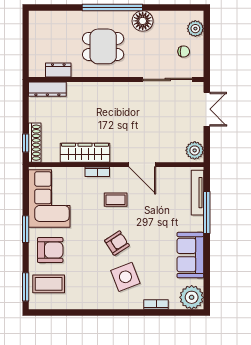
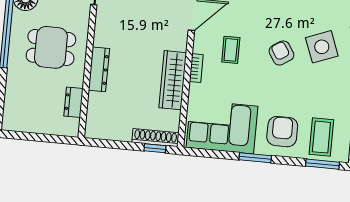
dining table: (103, 46) -> (51, 47), turned 90
dresser: (47, 89) -> (99, 69), moved

